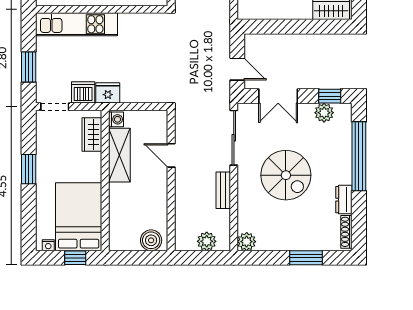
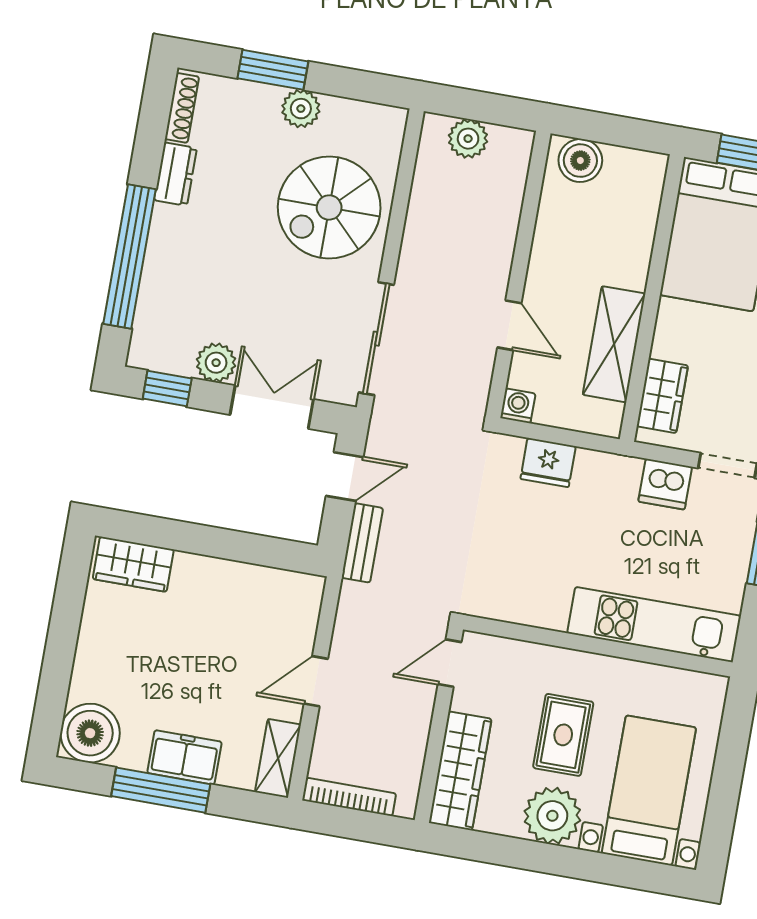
door: (237, 69) -> (345, 477), swing flipped
fridge: (108, 93) -> (548, 463), moved
plant: (324, 113) -> (216, 363), moved
washing machine: (116, 119) -> (518, 406), moved, turned 90
spiral stairs: (286, 175) -> (329, 207), moved, turned -90
bench: (223, 190) -> (362, 543), moved
plant: (247, 242) -> (301, 109), moved

